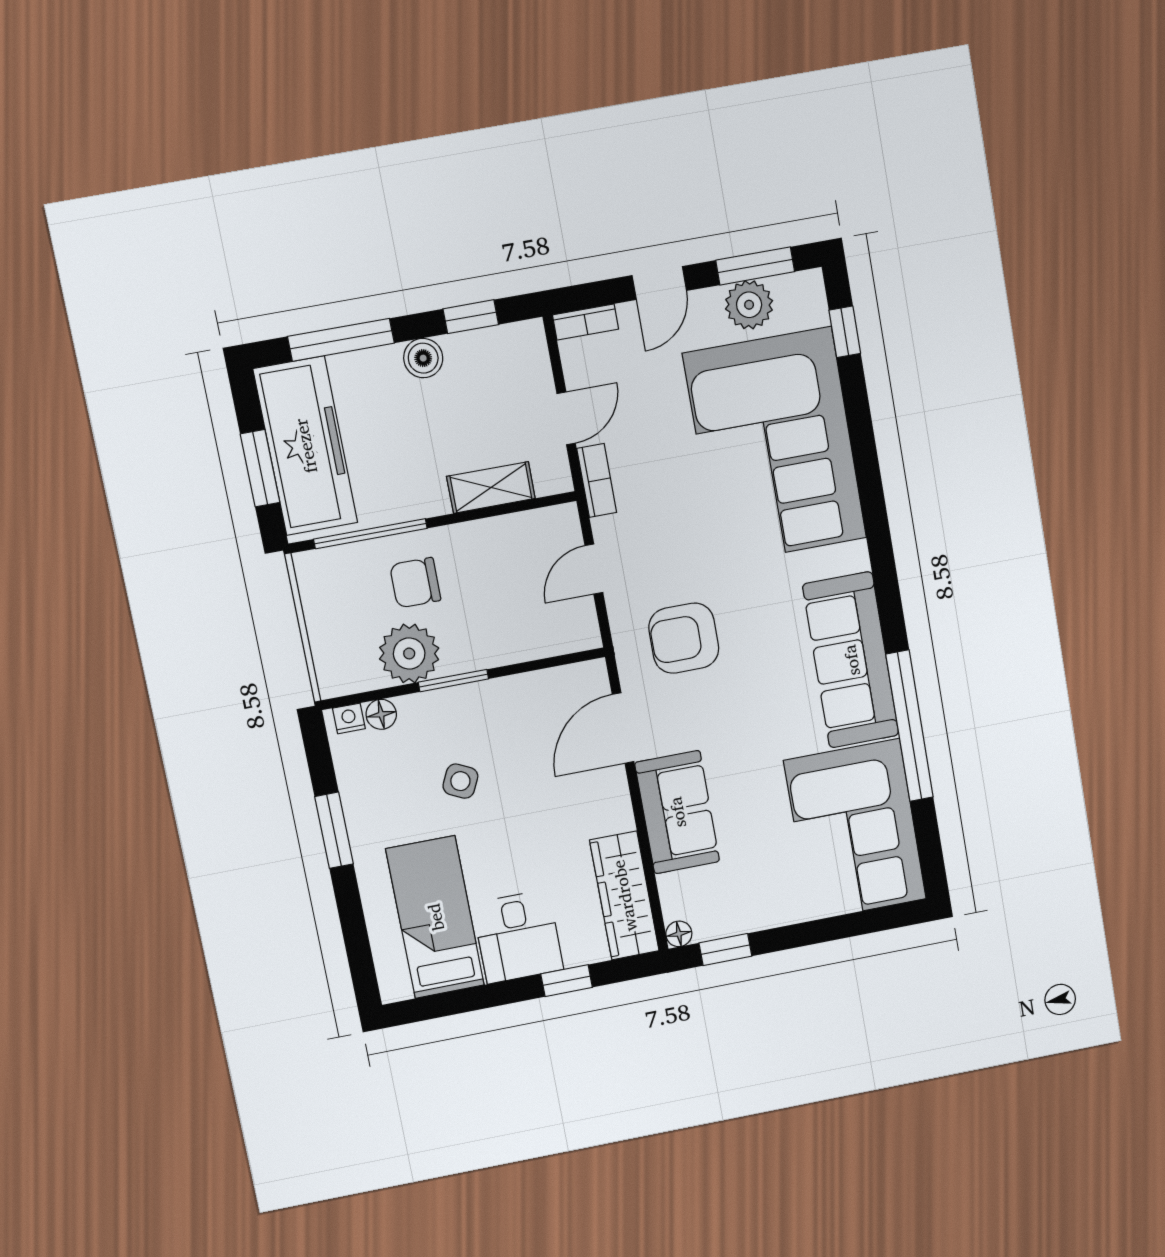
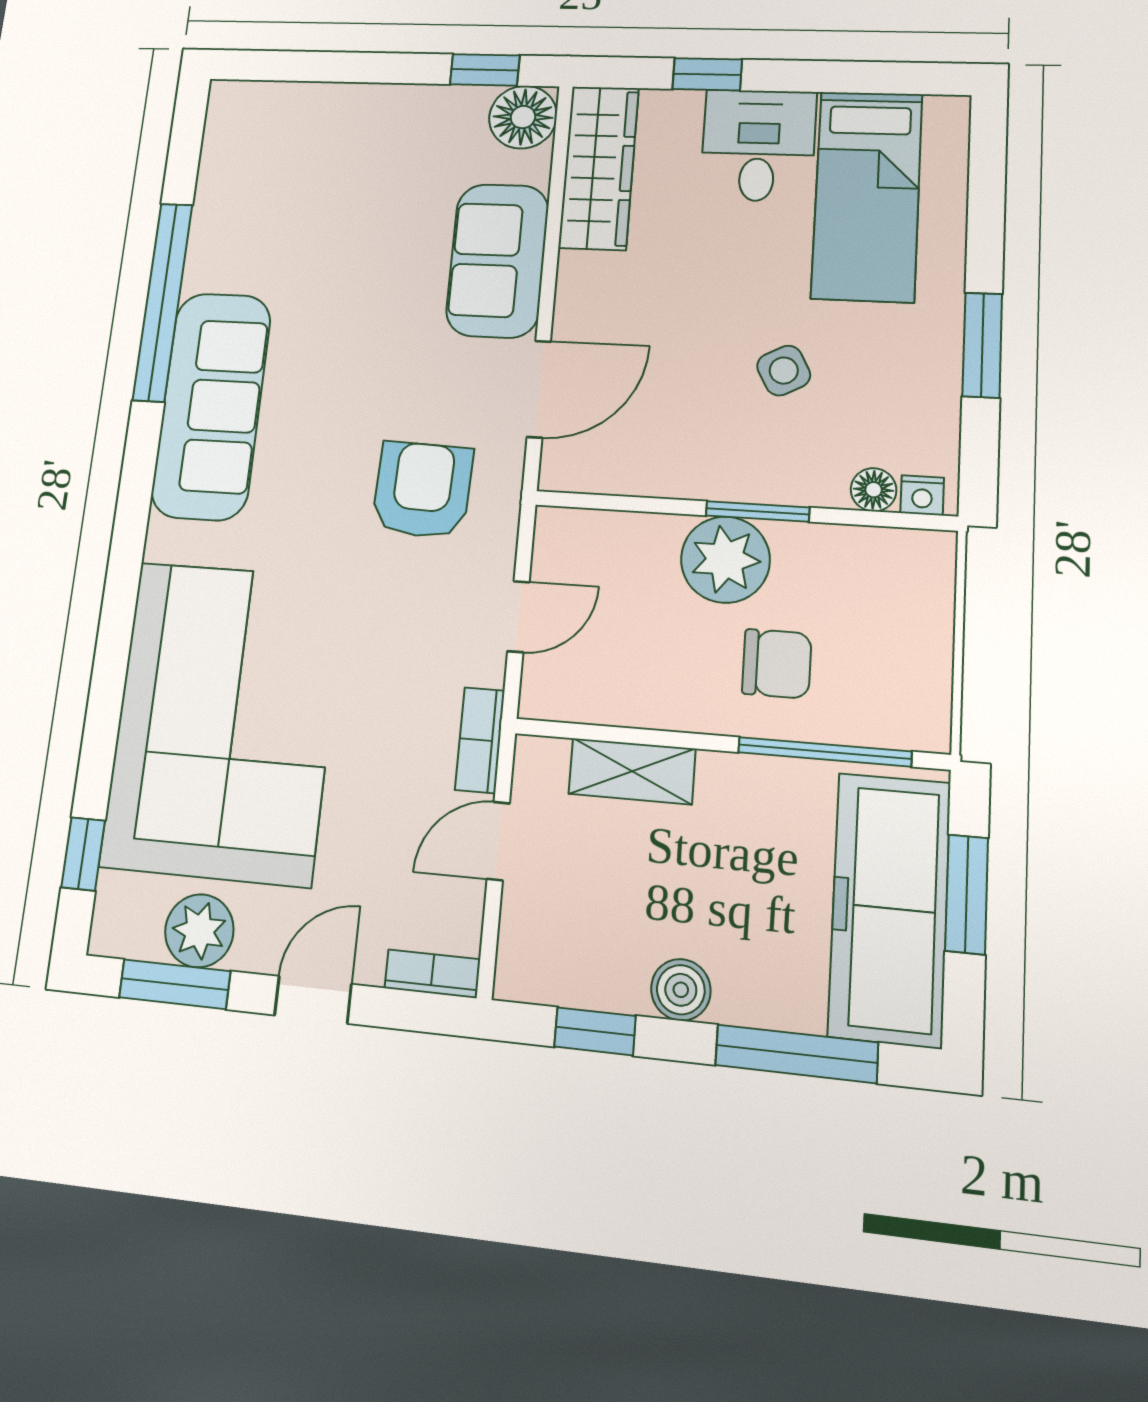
armchair: (684, 638) -> (422, 490), turned -88
plant: (409, 653) -> (725, 560), moved
side table: (460, 781) -> (784, 371), turned 36
corner sofa: (855, 830) -> (273, 185), removed
floor lamp: (679, 934) -> (523, 117), width x1.89, depth x1.89

